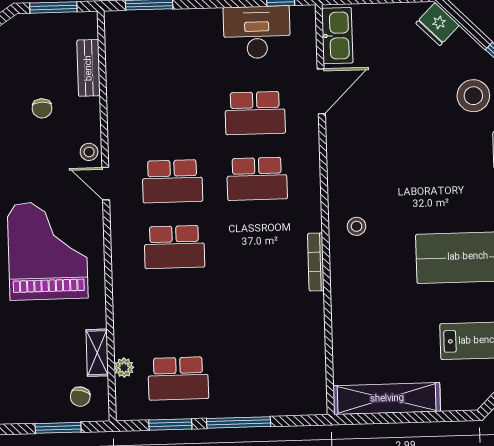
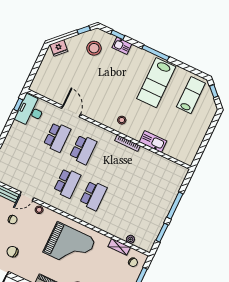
desk: (257, 32) -> (30, 111), moved
kitchen sink: (337, 36) -> (153, 142), moved
door: (321, 91) -> (71, 111), moved
door: (106, 184) -> (27, 196), moved
grand piano: (48, 251) -> (69, 246), turned 180
school desk: (178, 378) -> (146, 220), removed
shelving: (387, 399) -> (195, 143), removed

